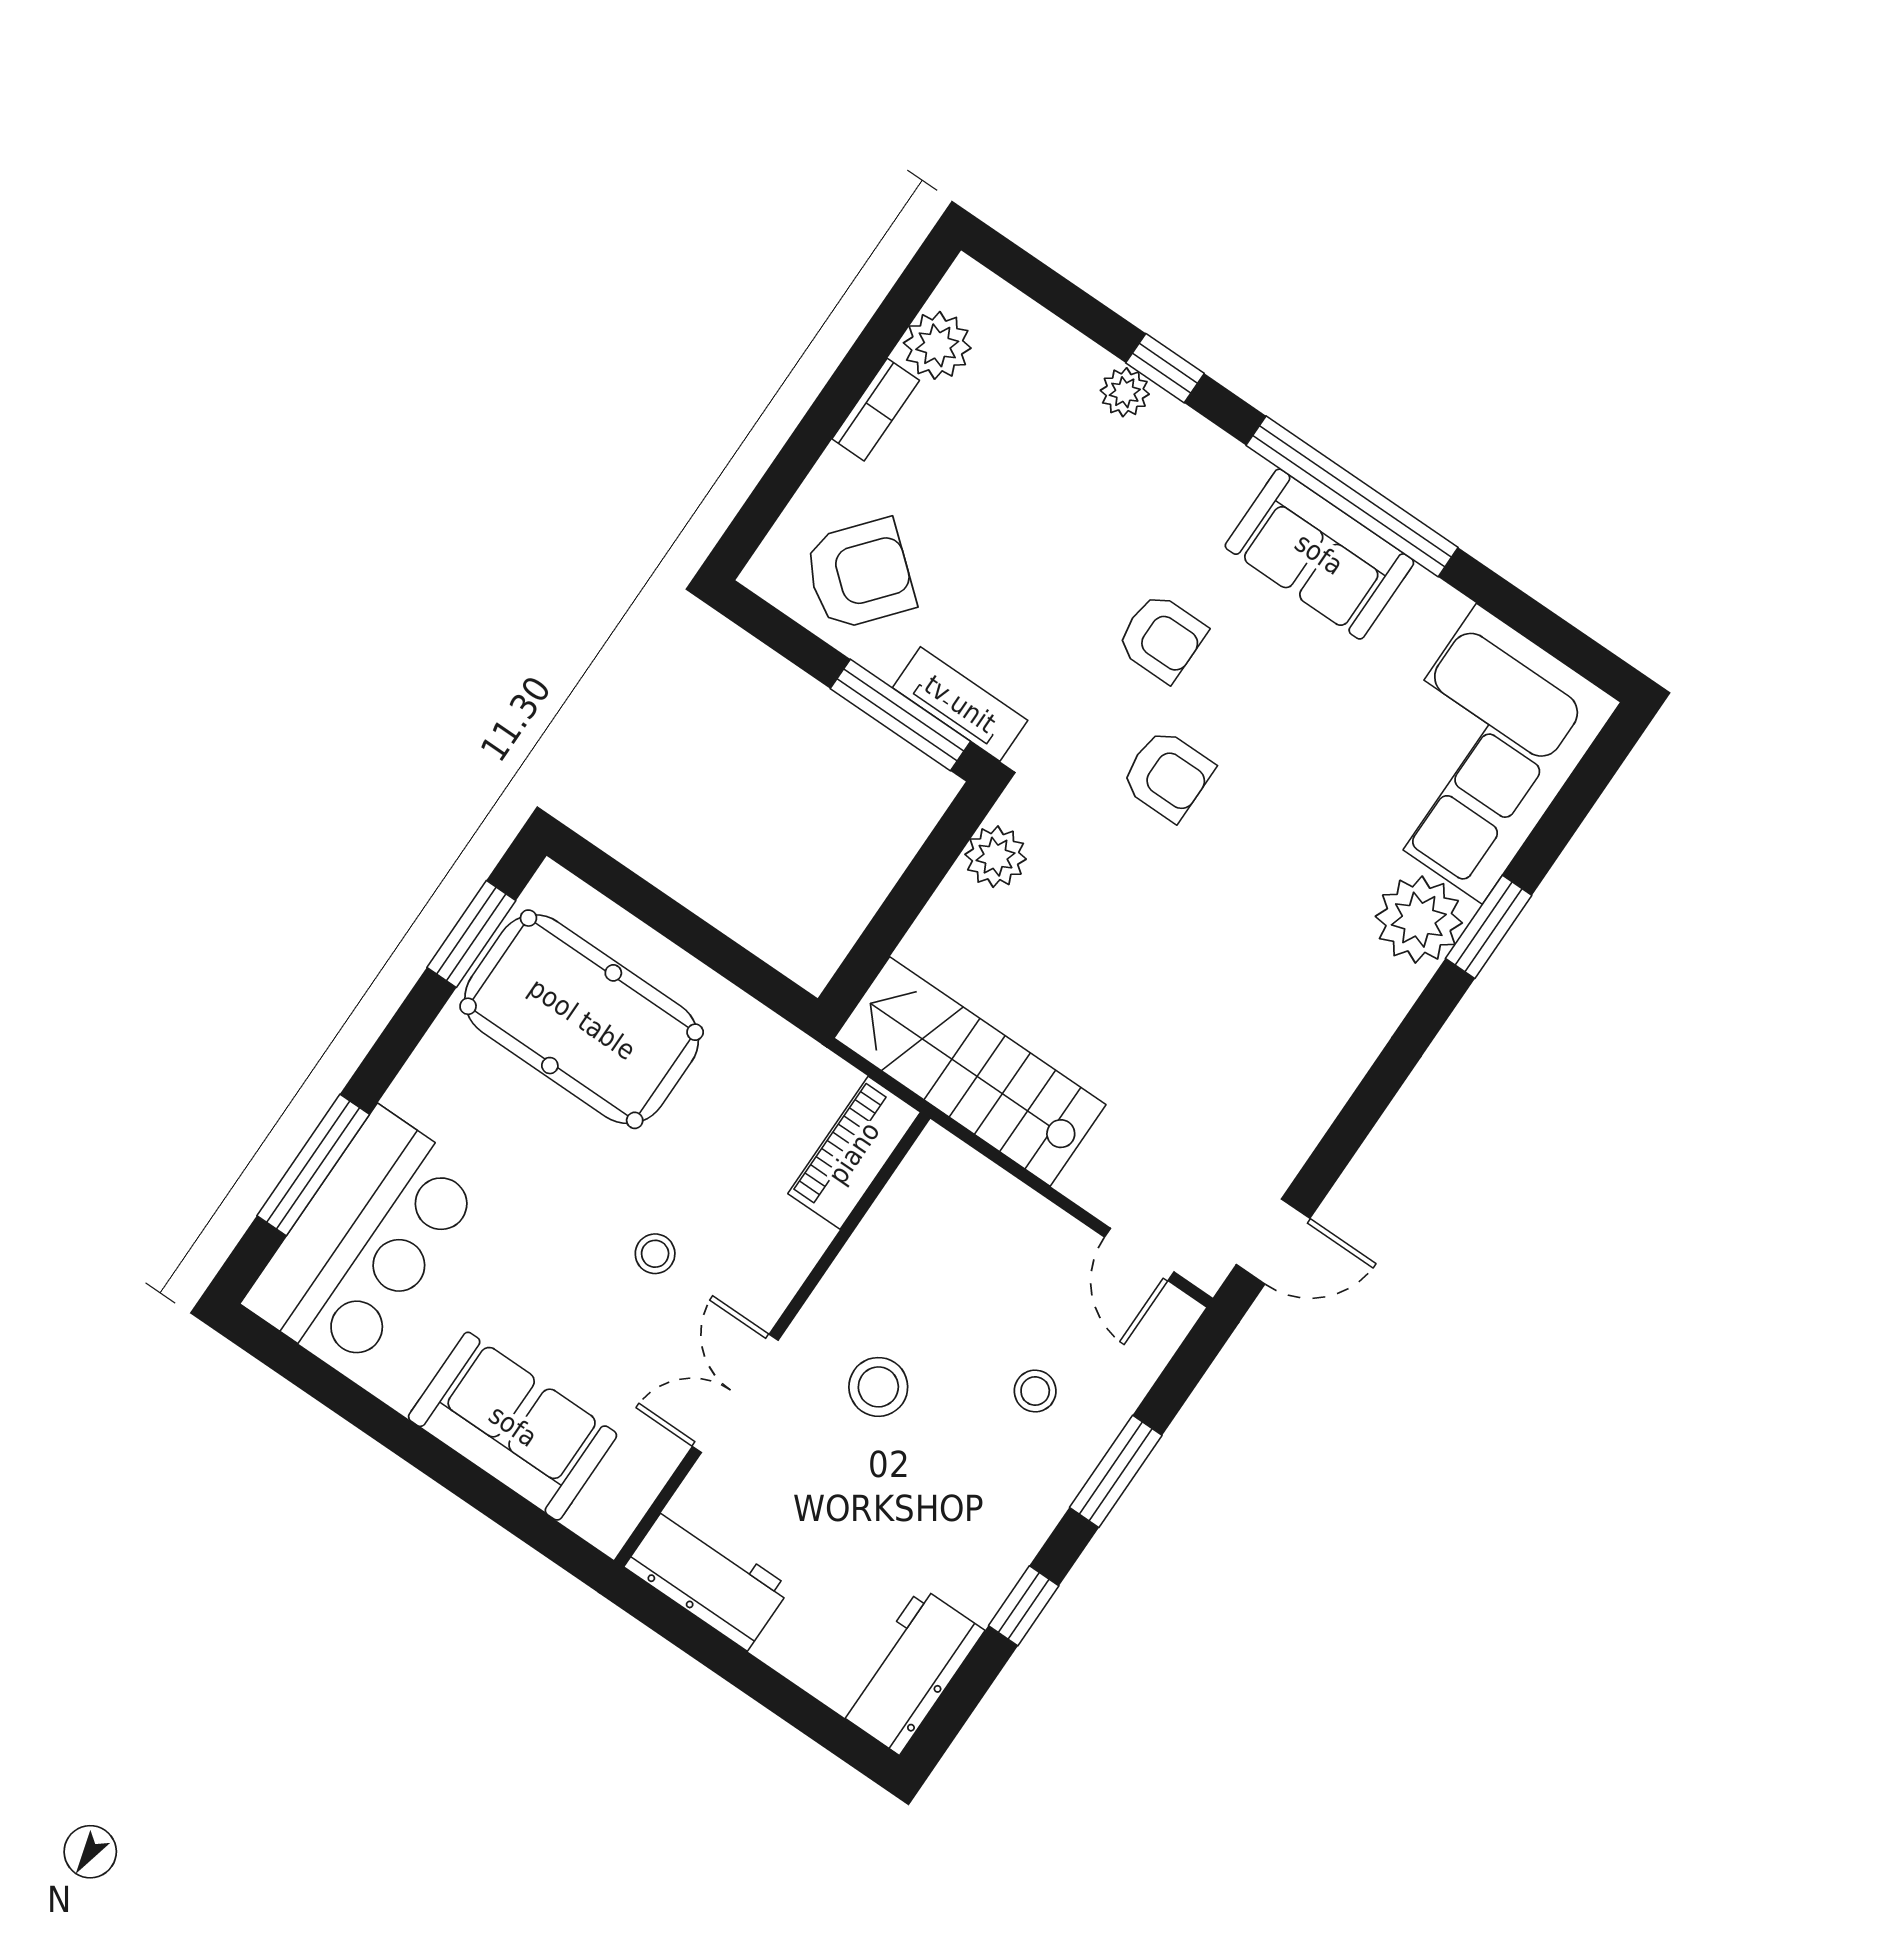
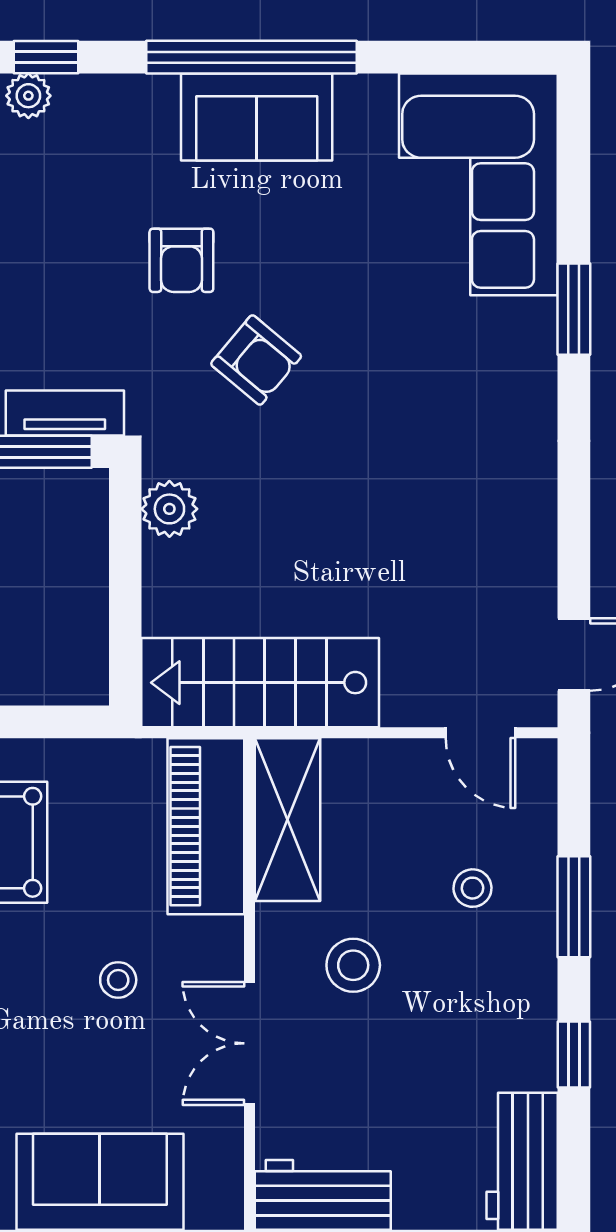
armchair: (1162, 638) -> (181, 260), turned 90
armchair: (1167, 775) -> (256, 360), turned 40
plant: (1419, 920) -> (518, 339), removed
piano: (854, 1153) -> (206, 826), width x1.37, depth x1.33
shelving: (909, 1213) -> (288, 820), added

